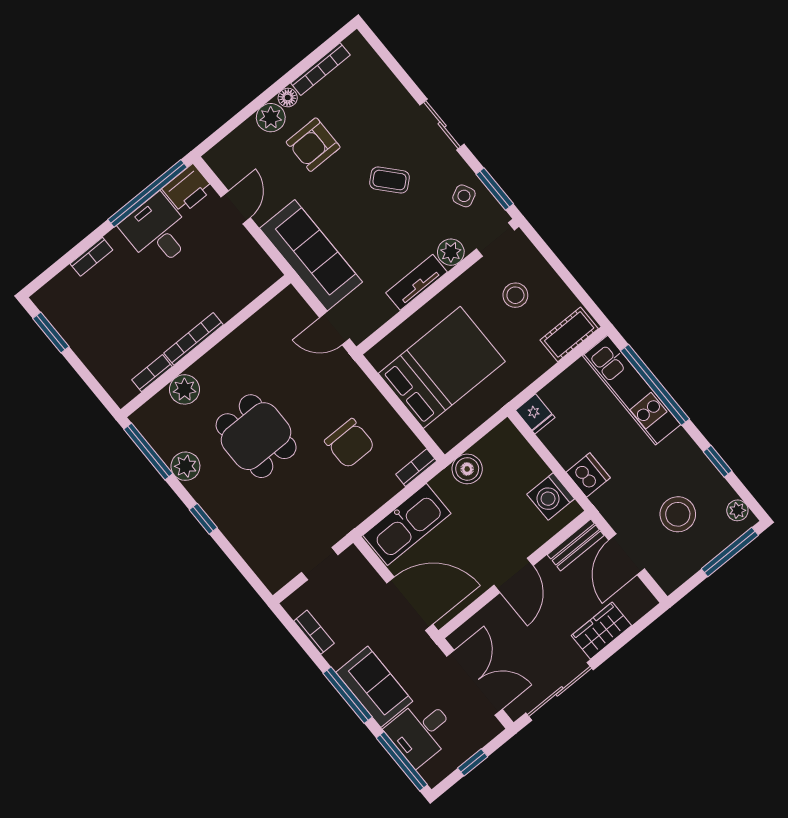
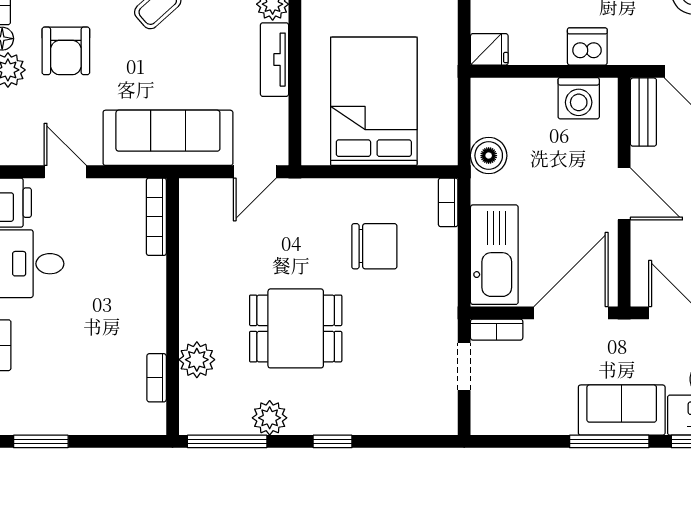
bookcase: (194, 339) -> (156, 217), moved
bookcase: (314, 632) -> (497, 330), moved, turned 180

